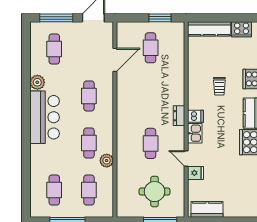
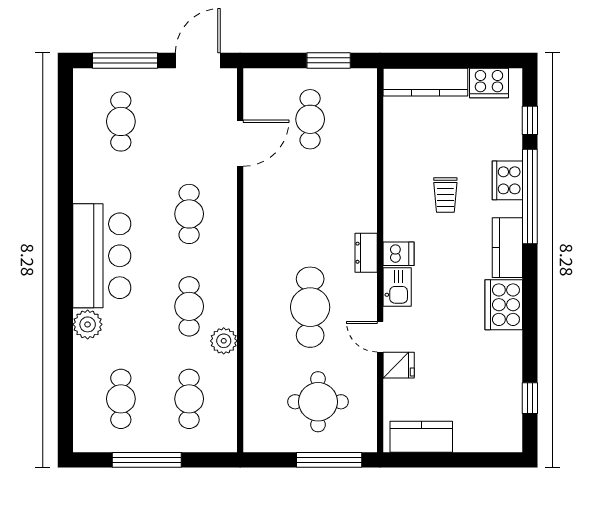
plant: (37, 82) -> (88, 324), moved
cafe table: (151, 143) -> (310, 307), width x1.37, depth x1.35

